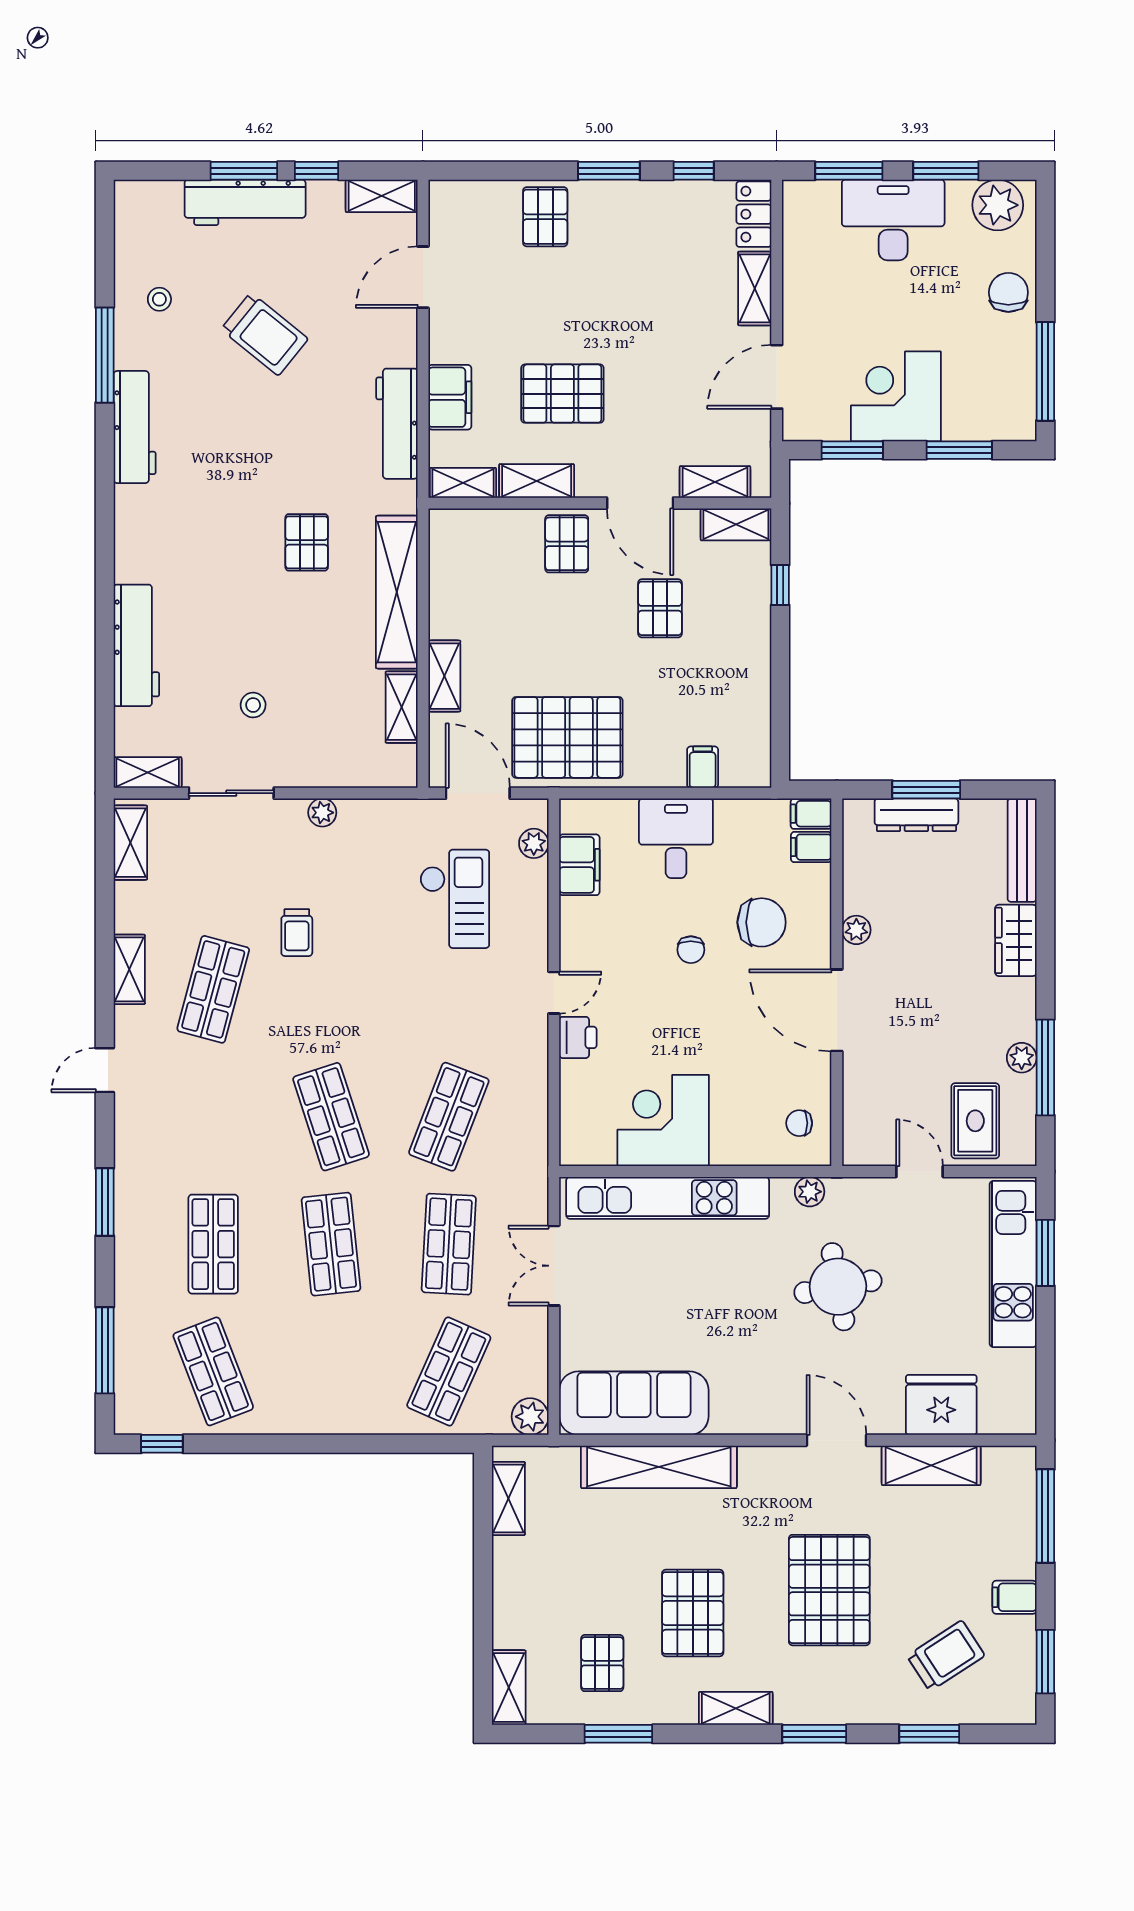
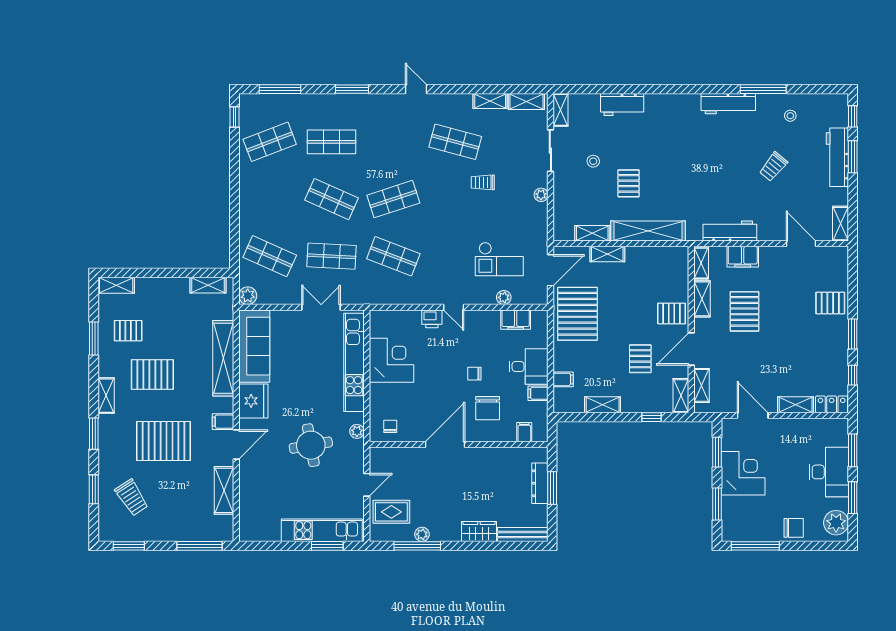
window: (317, 171) -> (853, 116), moved
trolley: (264, 334) -> (773, 167), width x0.73, depth x0.72
pallet: (307, 542) -> (629, 183), moved, turned 90
pallet: (660, 608) -> (640, 359), turned 90
workbench: (136, 645) -> (622, 105), width x0.73
shelving: (755, 686) -> (603, 405), added
filing cabinet: (811, 814) -> (538, 393), moved, turned -90
plant: (534, 843) -> (504, 297), moved
plant: (856, 930) -> (484, 454), removed
shelving: (129, 969) -> (490, 101), moved
shop shelf: (331, 1244) -> (332, 199), turned 30
fridge: (941, 1405) -> (253, 401), moved
filing cabinet: (1014, 1597) -> (223, 422), moved, turned -90

